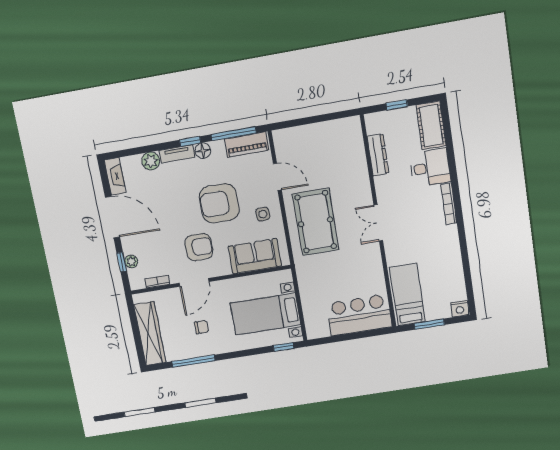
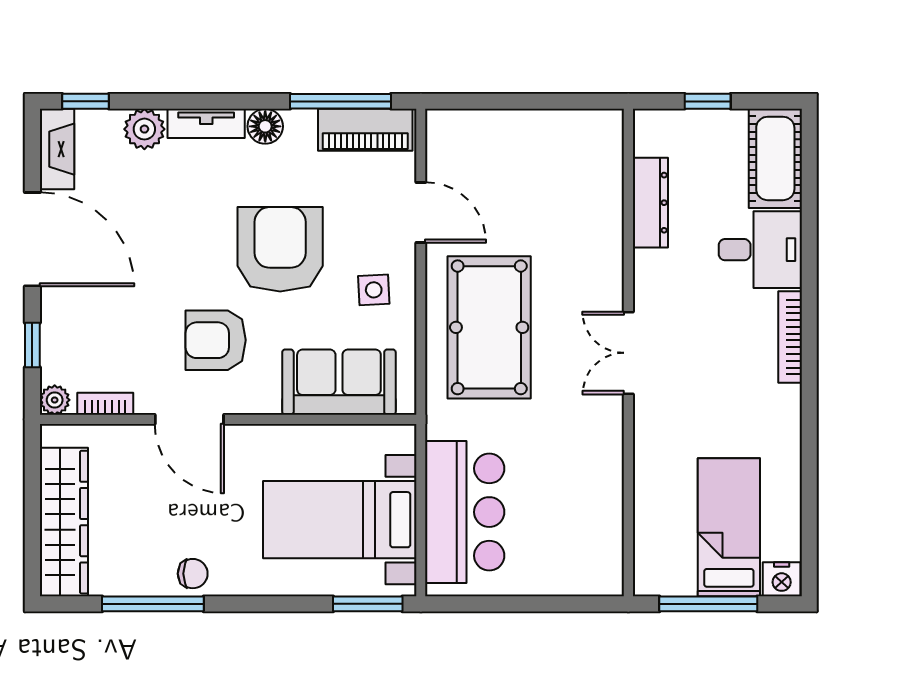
window: (190, 141) -> (85, 101), moved
armchair: (219, 203) -> (280, 249), turned 90
armchair: (199, 247) -> (216, 340), turned 180
plant: (131, 261) -> (55, 400), moved
door: (194, 282) -> (189, 419), hinge flipped
bed: (407, 295) -> (729, 527), moved
bar counter: (359, 315) -> (465, 512), moved, turned 90
window: (429, 324) -> (708, 604), width x1.44
chair: (201, 327) -> (193, 574), moved
window: (284, 347) -> (368, 604), width x1.50

